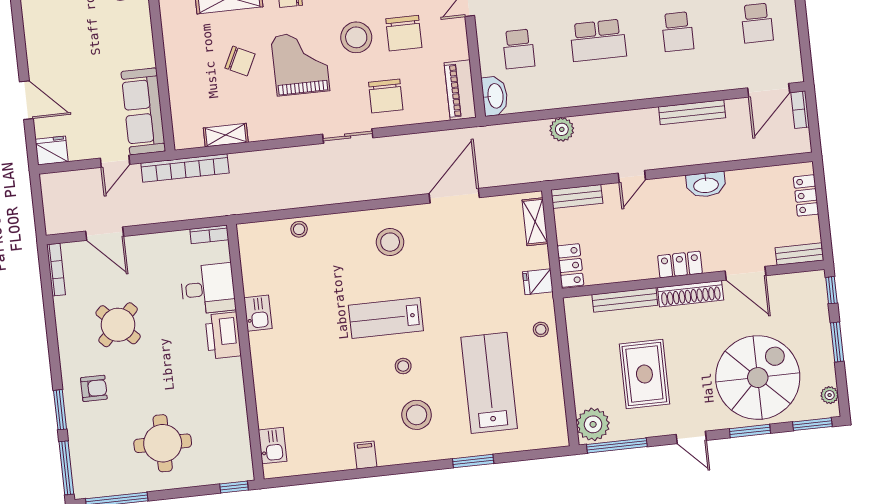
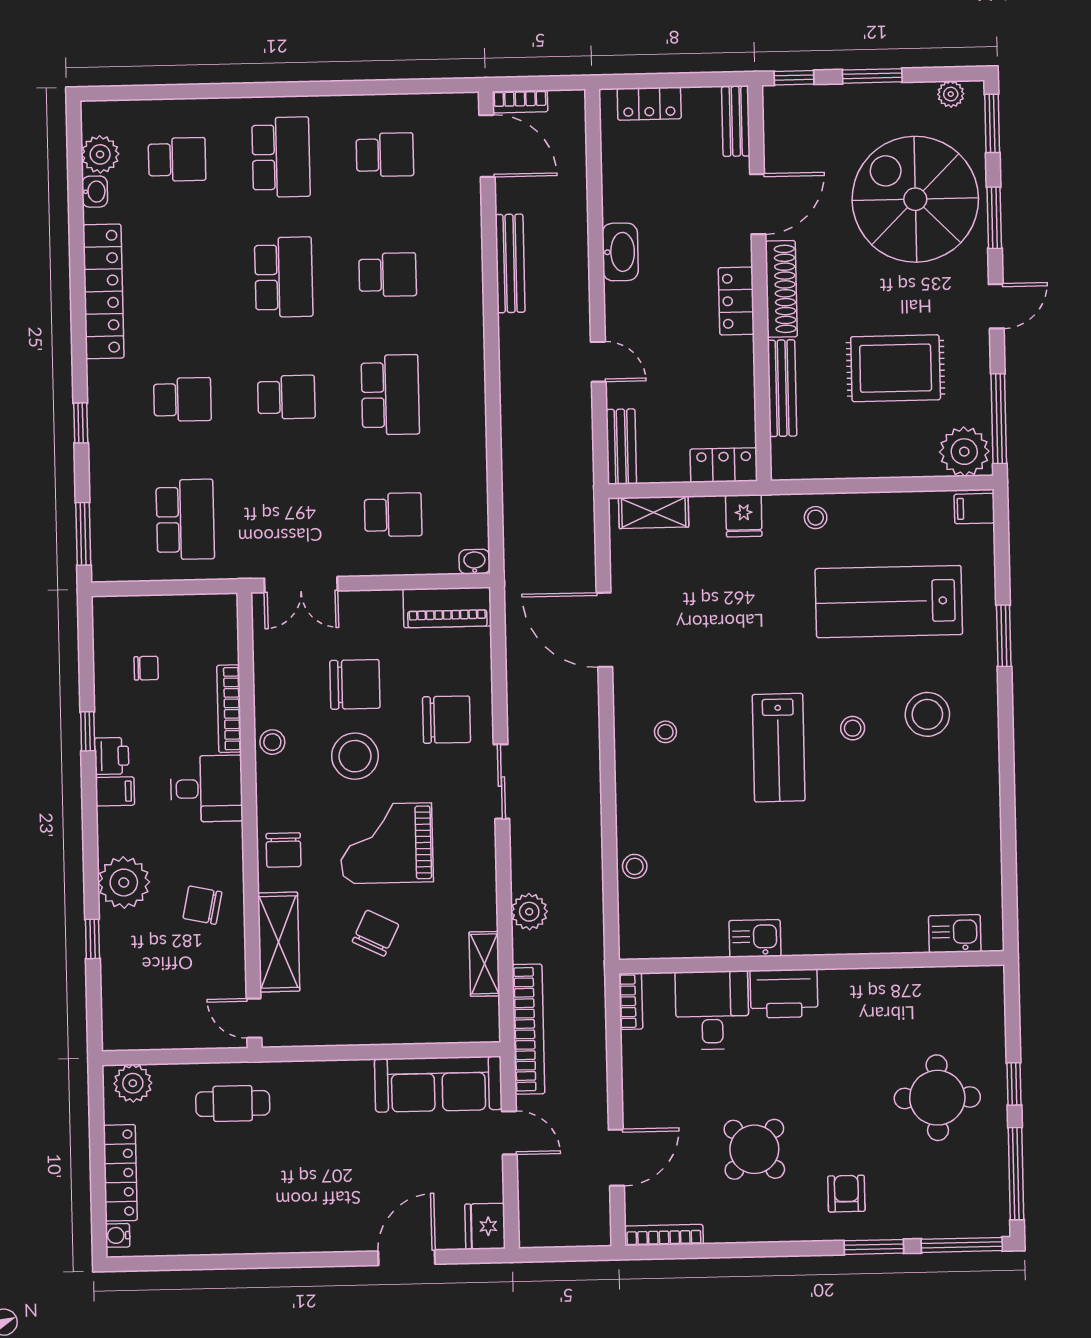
washbasin: (495, 96) -> (474, 562), width x0.52, depth x0.69
plant: (562, 129) -> (529, 912), moved
stool: (390, 242) -> (665, 732), width x0.53, depth x0.53
filing cabinet: (366, 455) -> (974, 509), moved
window: (234, 487) -> (1014, 1084), moved

